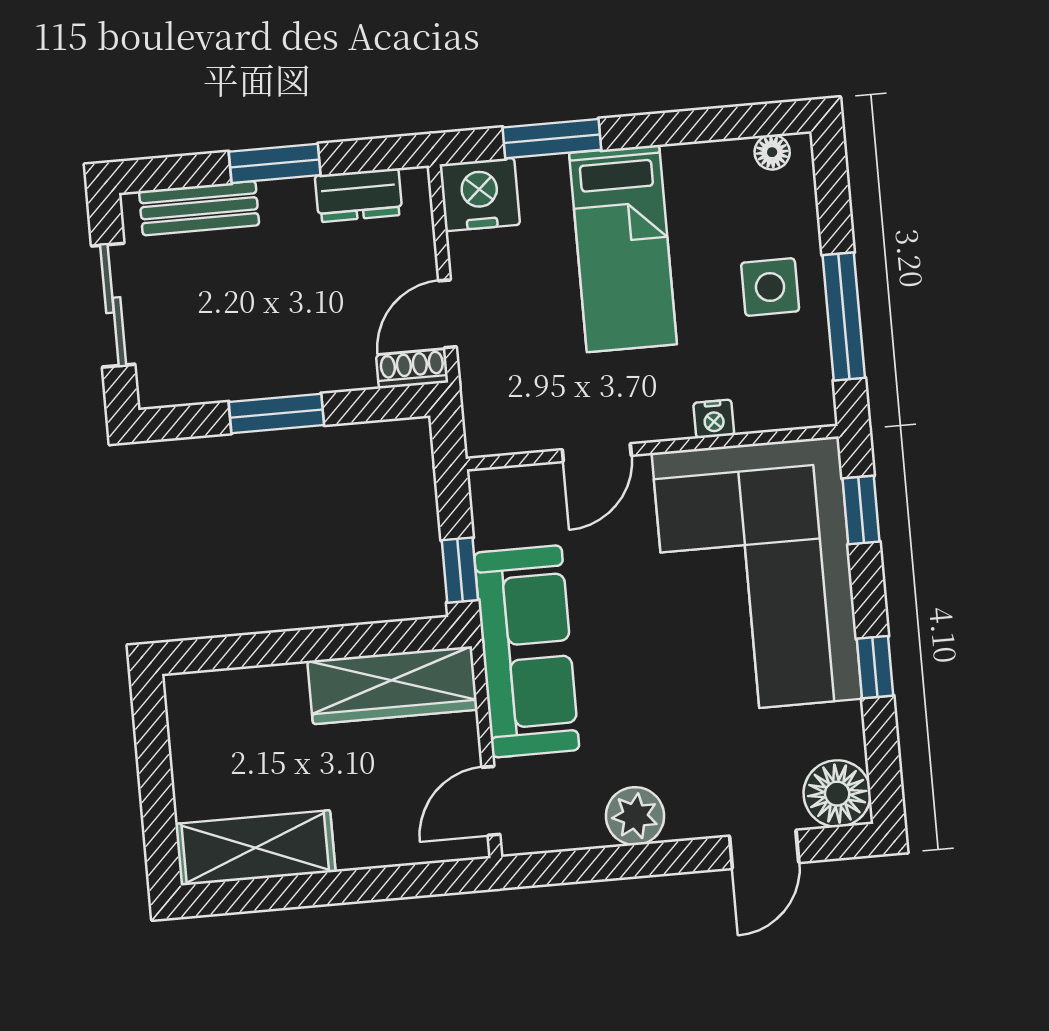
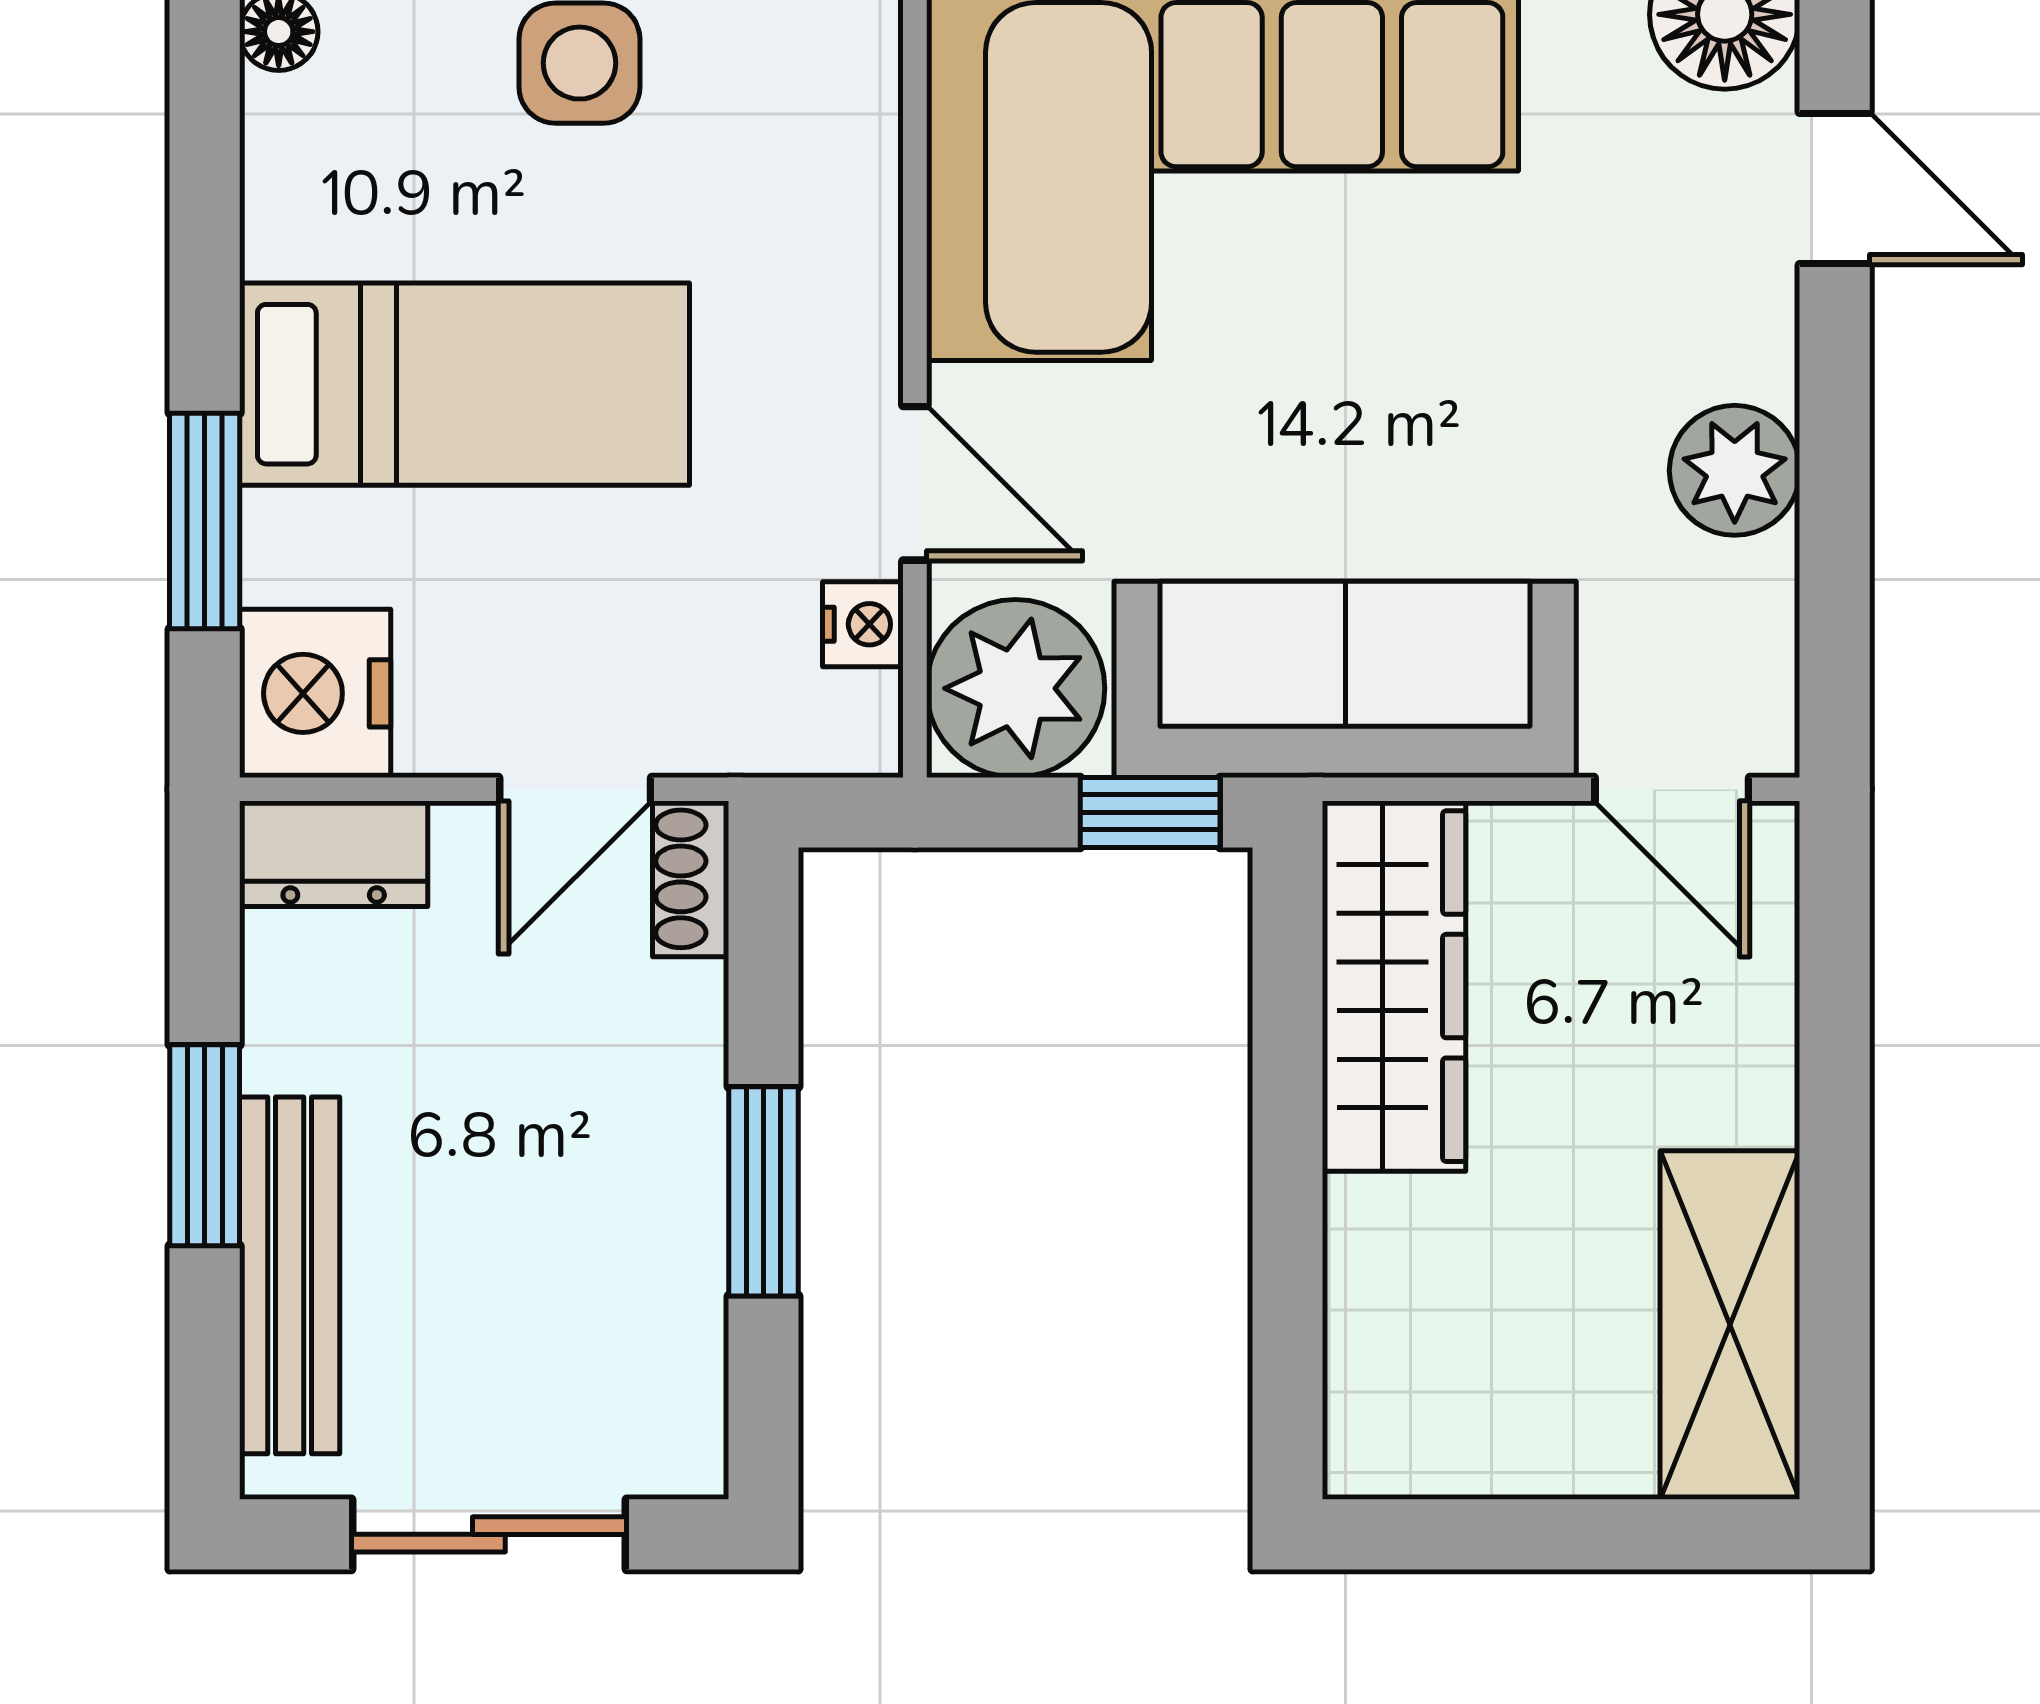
dresser: (359, 195) -> (334, 854), moved, turned 90
bench: (199, 208) -> (290, 1275), width x1.36
door: (447, 314) -> (575, 789), hinge flipped
nightstand: (714, 419) -> (863, 624), moved
plant: (510, 505) -> (1016, 688), added

